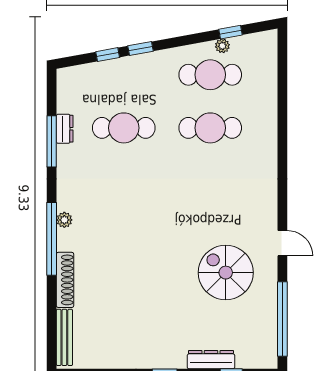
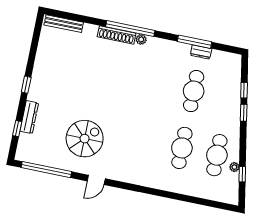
shoe rack: (65, 280) -> (117, 35), moved

